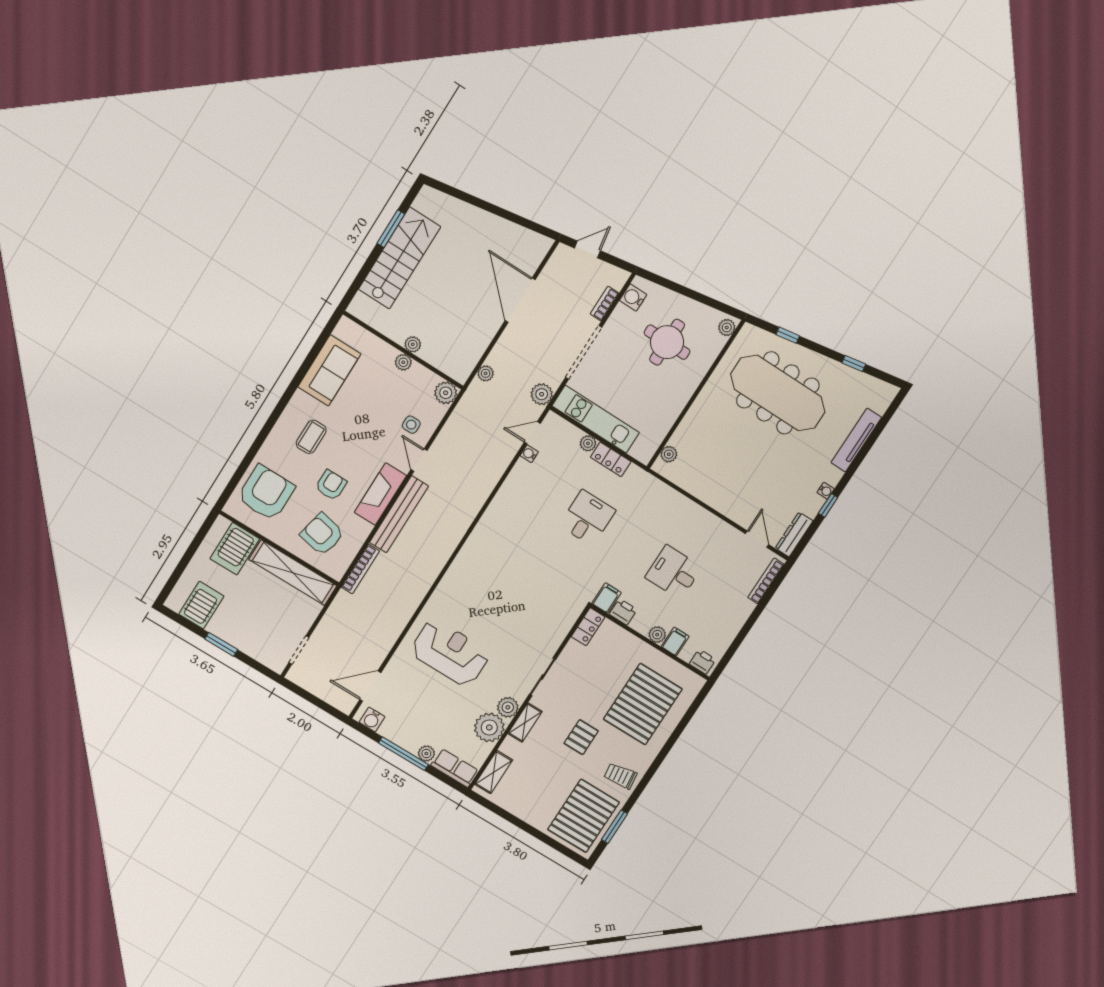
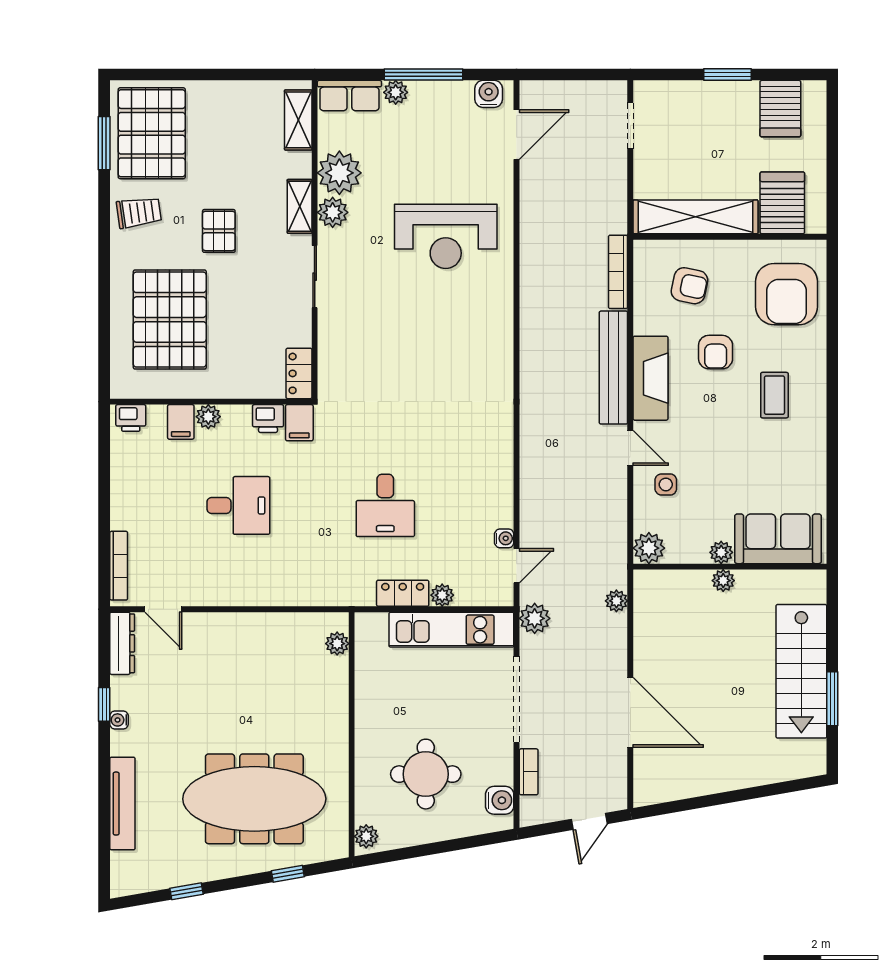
sofa: (329, 370) -> (778, 539), moved, turned 90
armchair: (322, 534) -> (689, 286), width x0.72, depth x0.72

